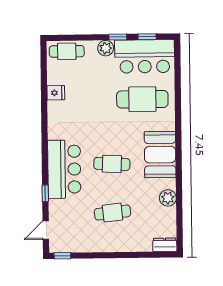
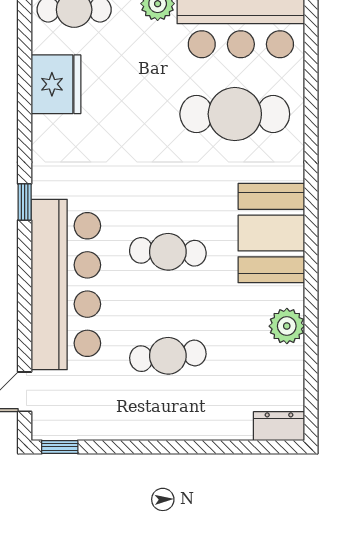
fridge: (56, 93) -> (56, 84), width x1.88, depth x1.34
bar counter: (64, 169) -> (66, 285), width x1.36
window: (45, 193) -> (25, 202), moved

